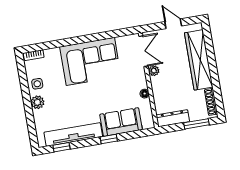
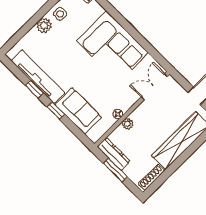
double door: (143, 51) -> (154, 87), swing flipped
plant: (154, 71) -> (128, 124), moved
window: (196, 124) -> (115, 170), moved
window: (61, 147) -> (34, 89), moved

